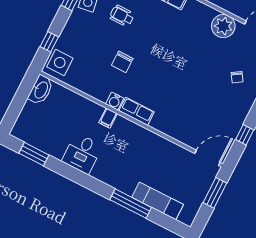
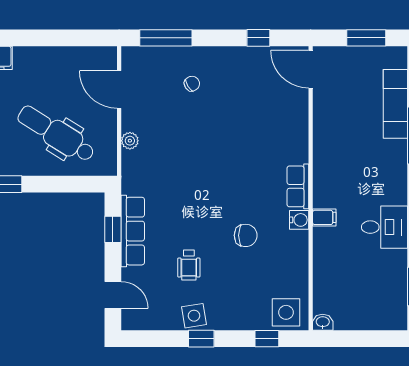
plant: (223, 26) -> (130, 141), width x0.53, depth x0.53
washbasin: (41, 90) -> (323, 322), width x0.52, depth x0.69
window: (215, 193) -> (366, 38), moved

